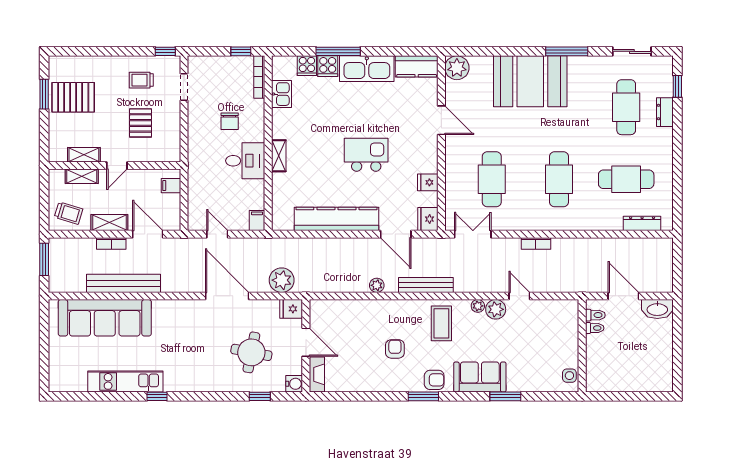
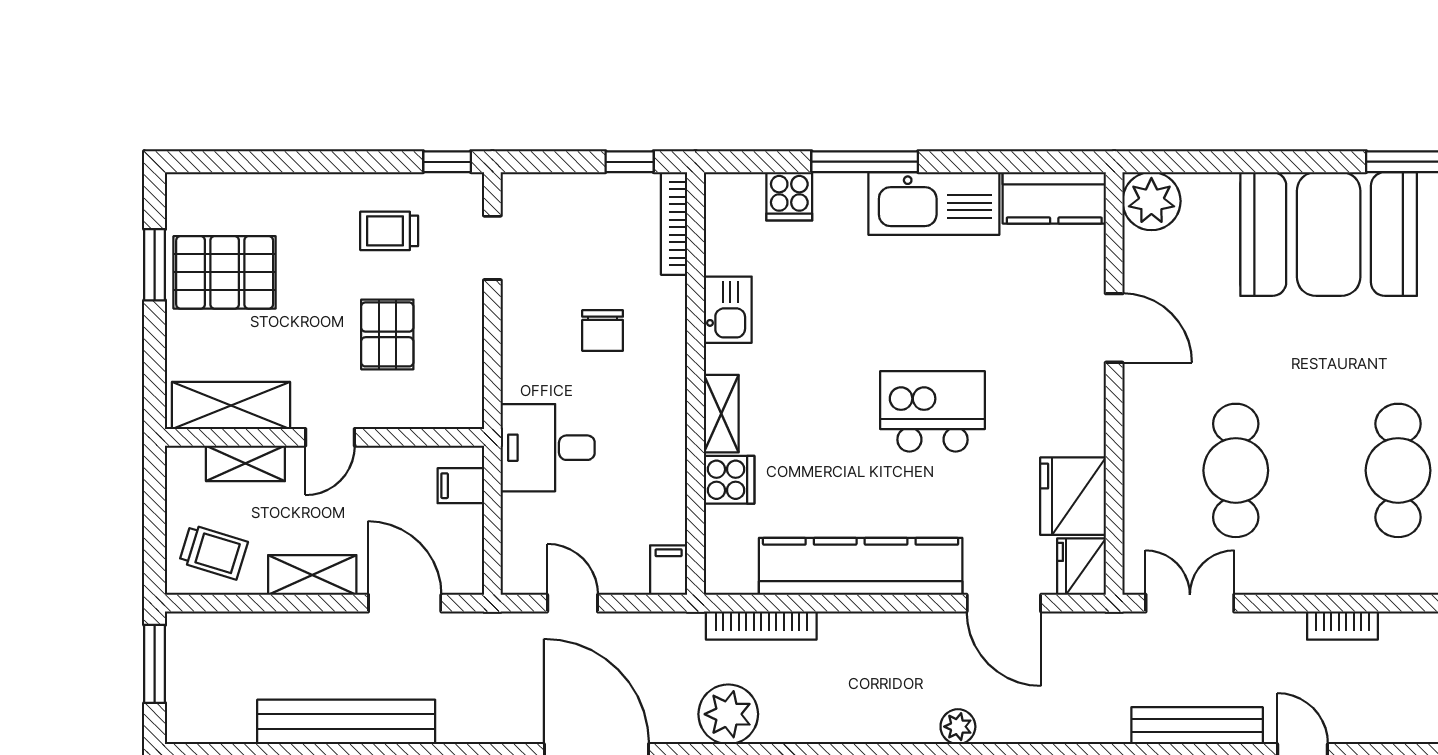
cooker: (328, 66) -> (729, 480), moved, turned -90
kitchen sink: (281, 94) -> (728, 310), moved
shelving: (84, 155) -> (231, 405), width x1.50, depth x1.33
desk: (245, 161) -> (548, 448), moved, turned 180
fridge: (428, 182) -> (1073, 496), width x1.88, depth x1.34
bookcase: (111, 243) -> (761, 626), moved, width x1.56
bench: (426, 285) -> (1197, 726), moved

